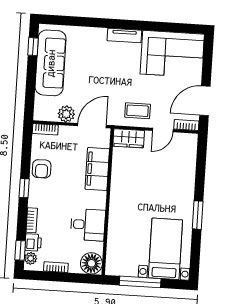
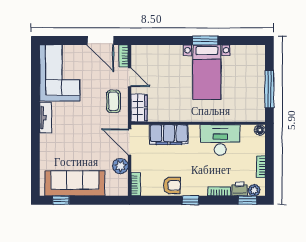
desk: (88, 225) -> (220, 140), width x1.37
bed with nightstands: (165, 249) -> (207, 72), moved, turned -90
floor lamp: (91, 263) -> (260, 130), width x0.53, depth x0.53

